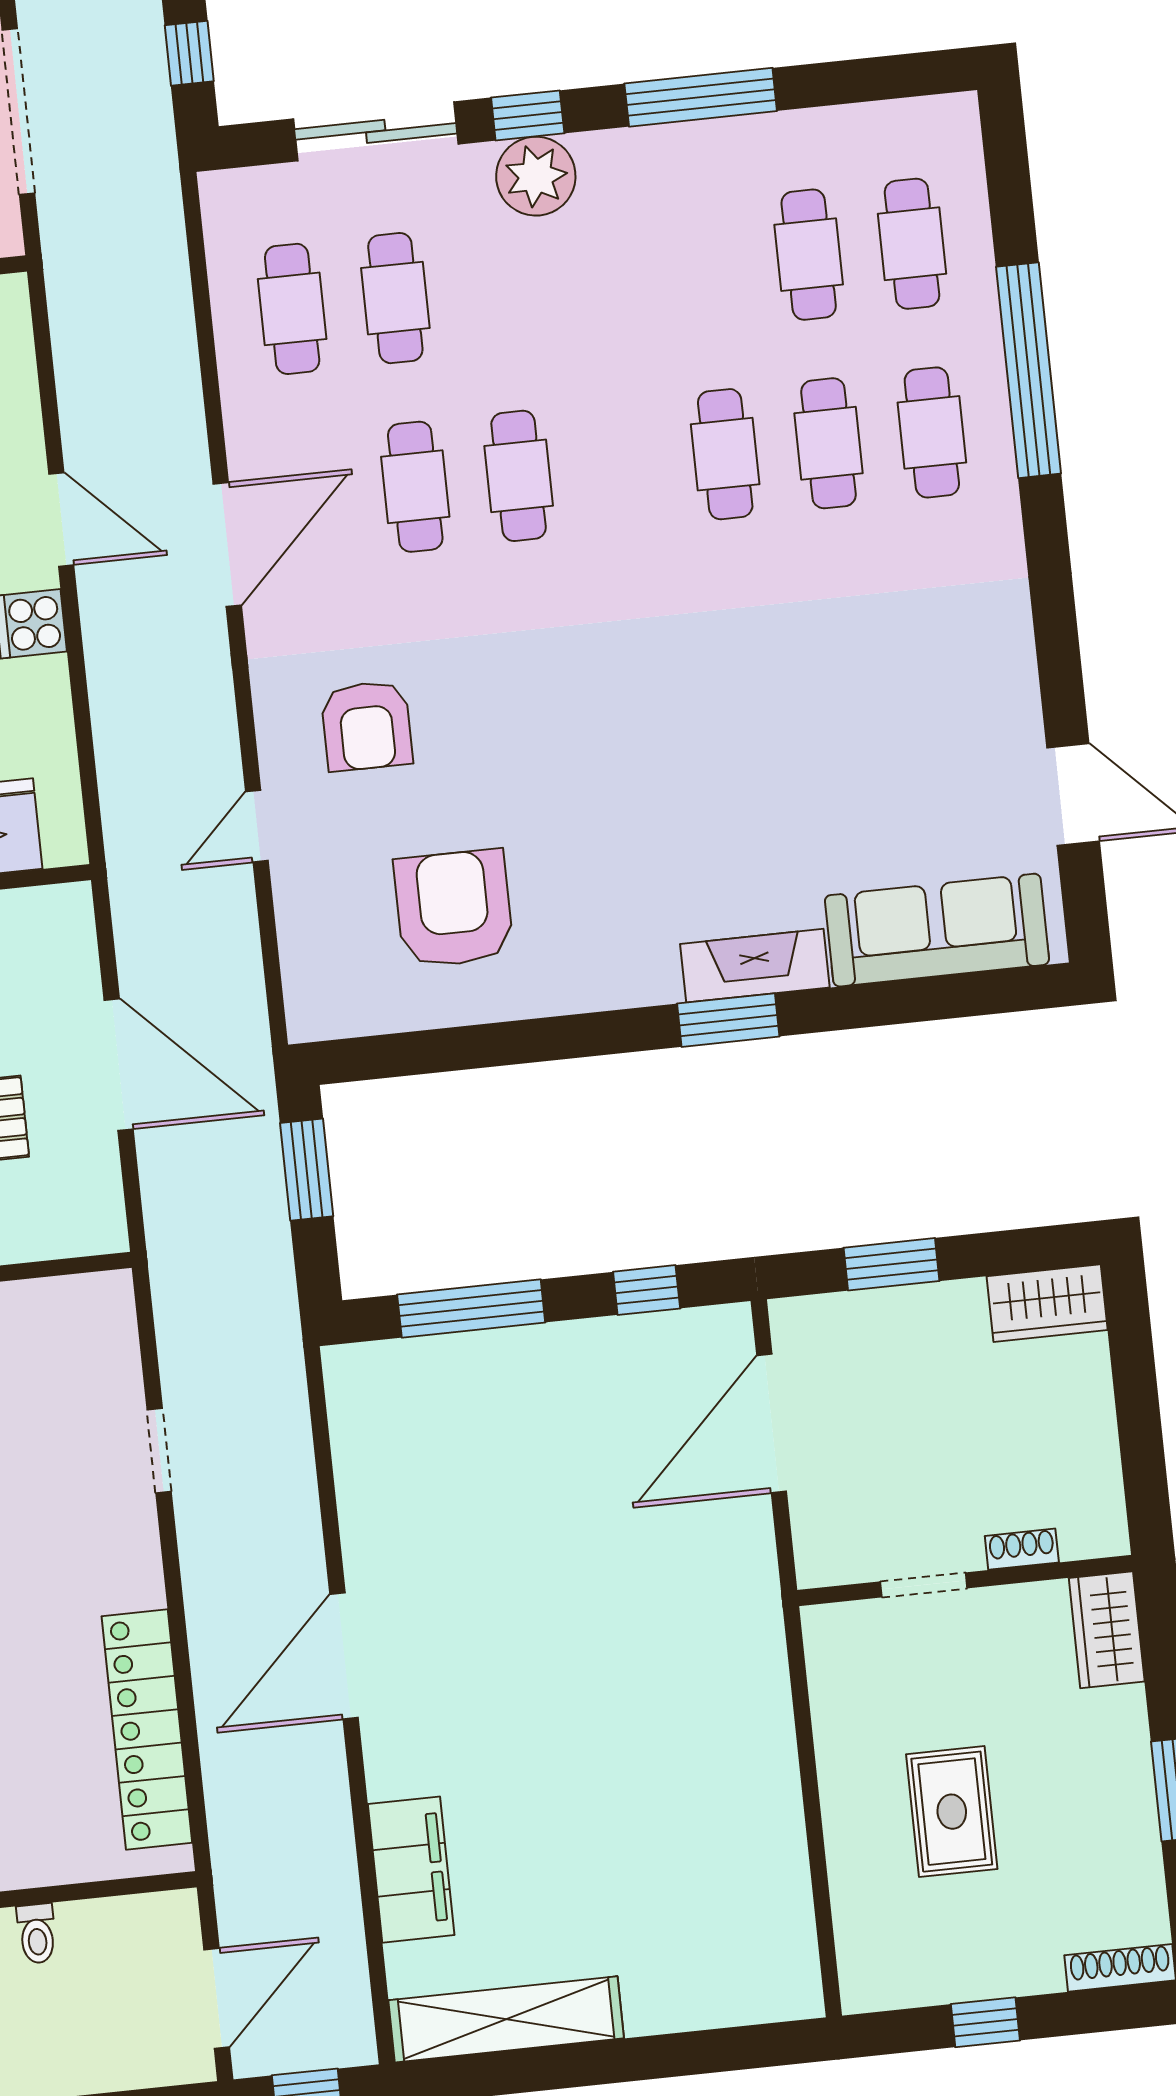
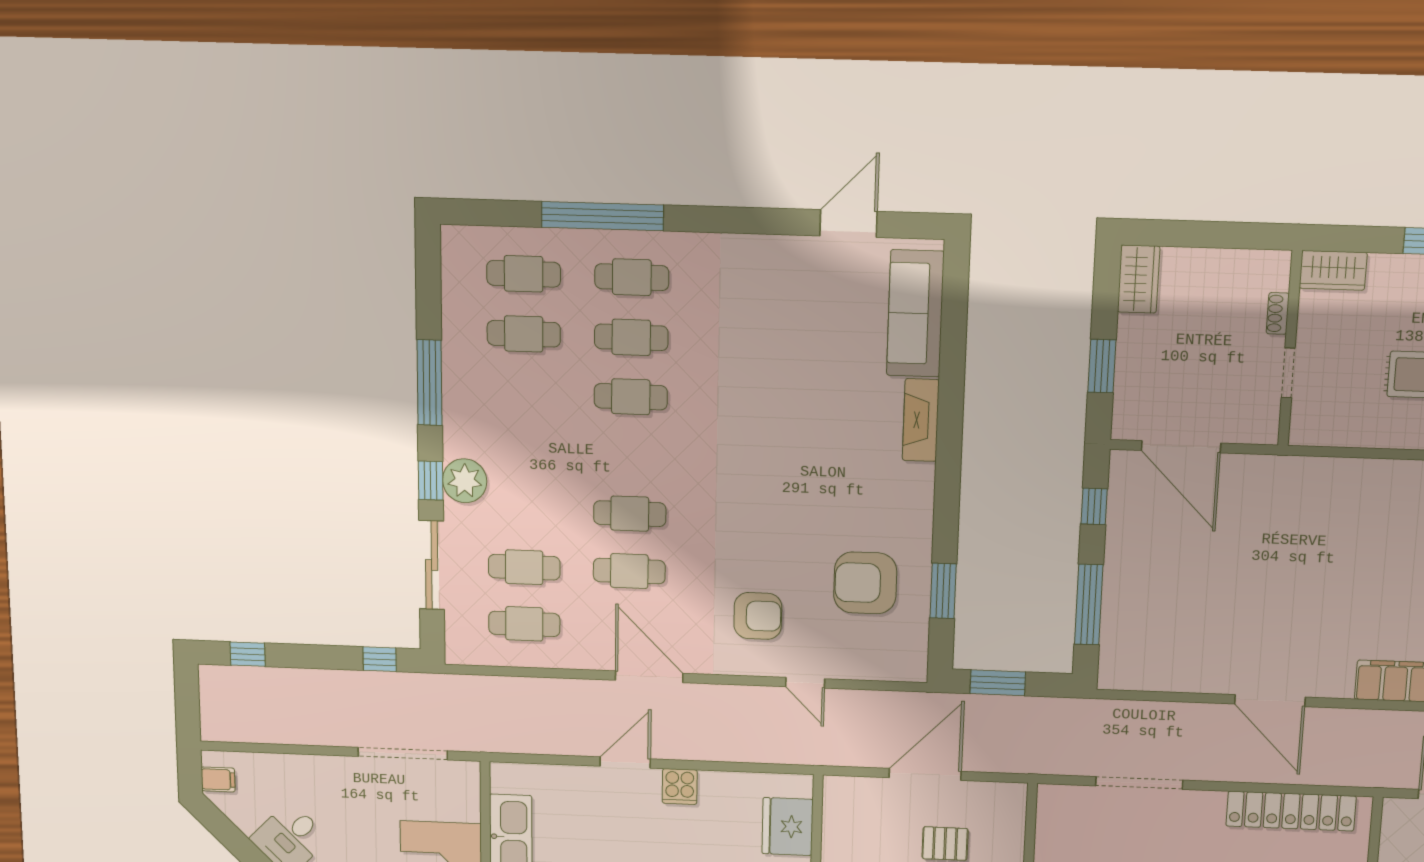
window: (728, 1020) -> (943, 591), moved
doorway: (159, 1450) -> (1139, 783), width x1.88

